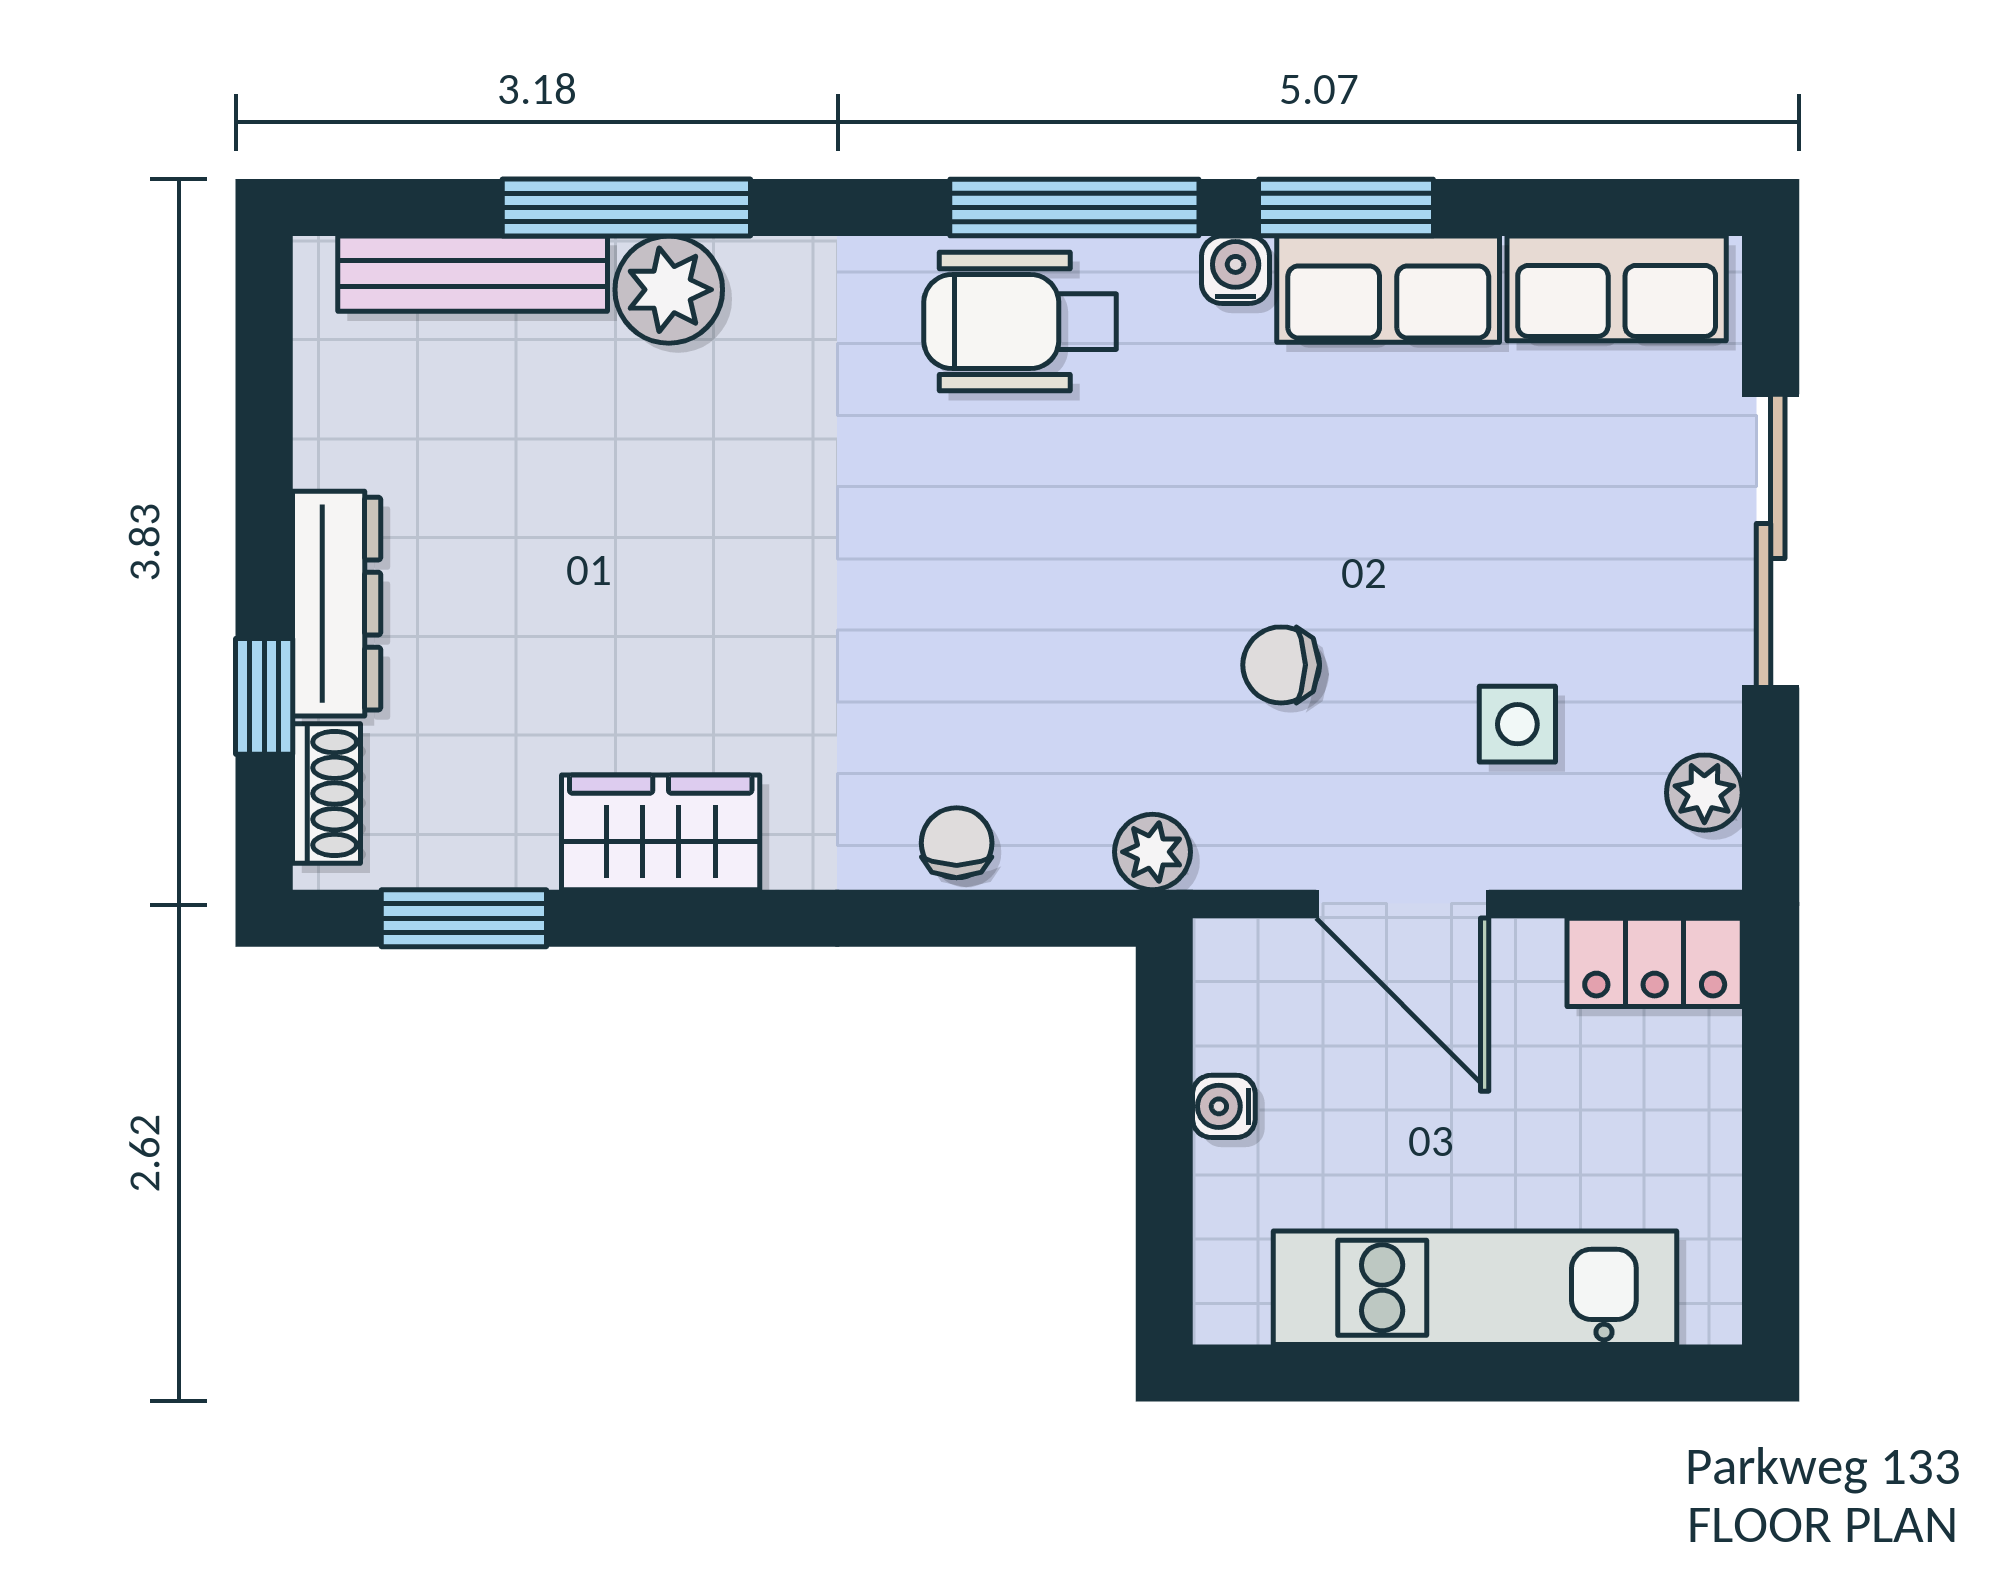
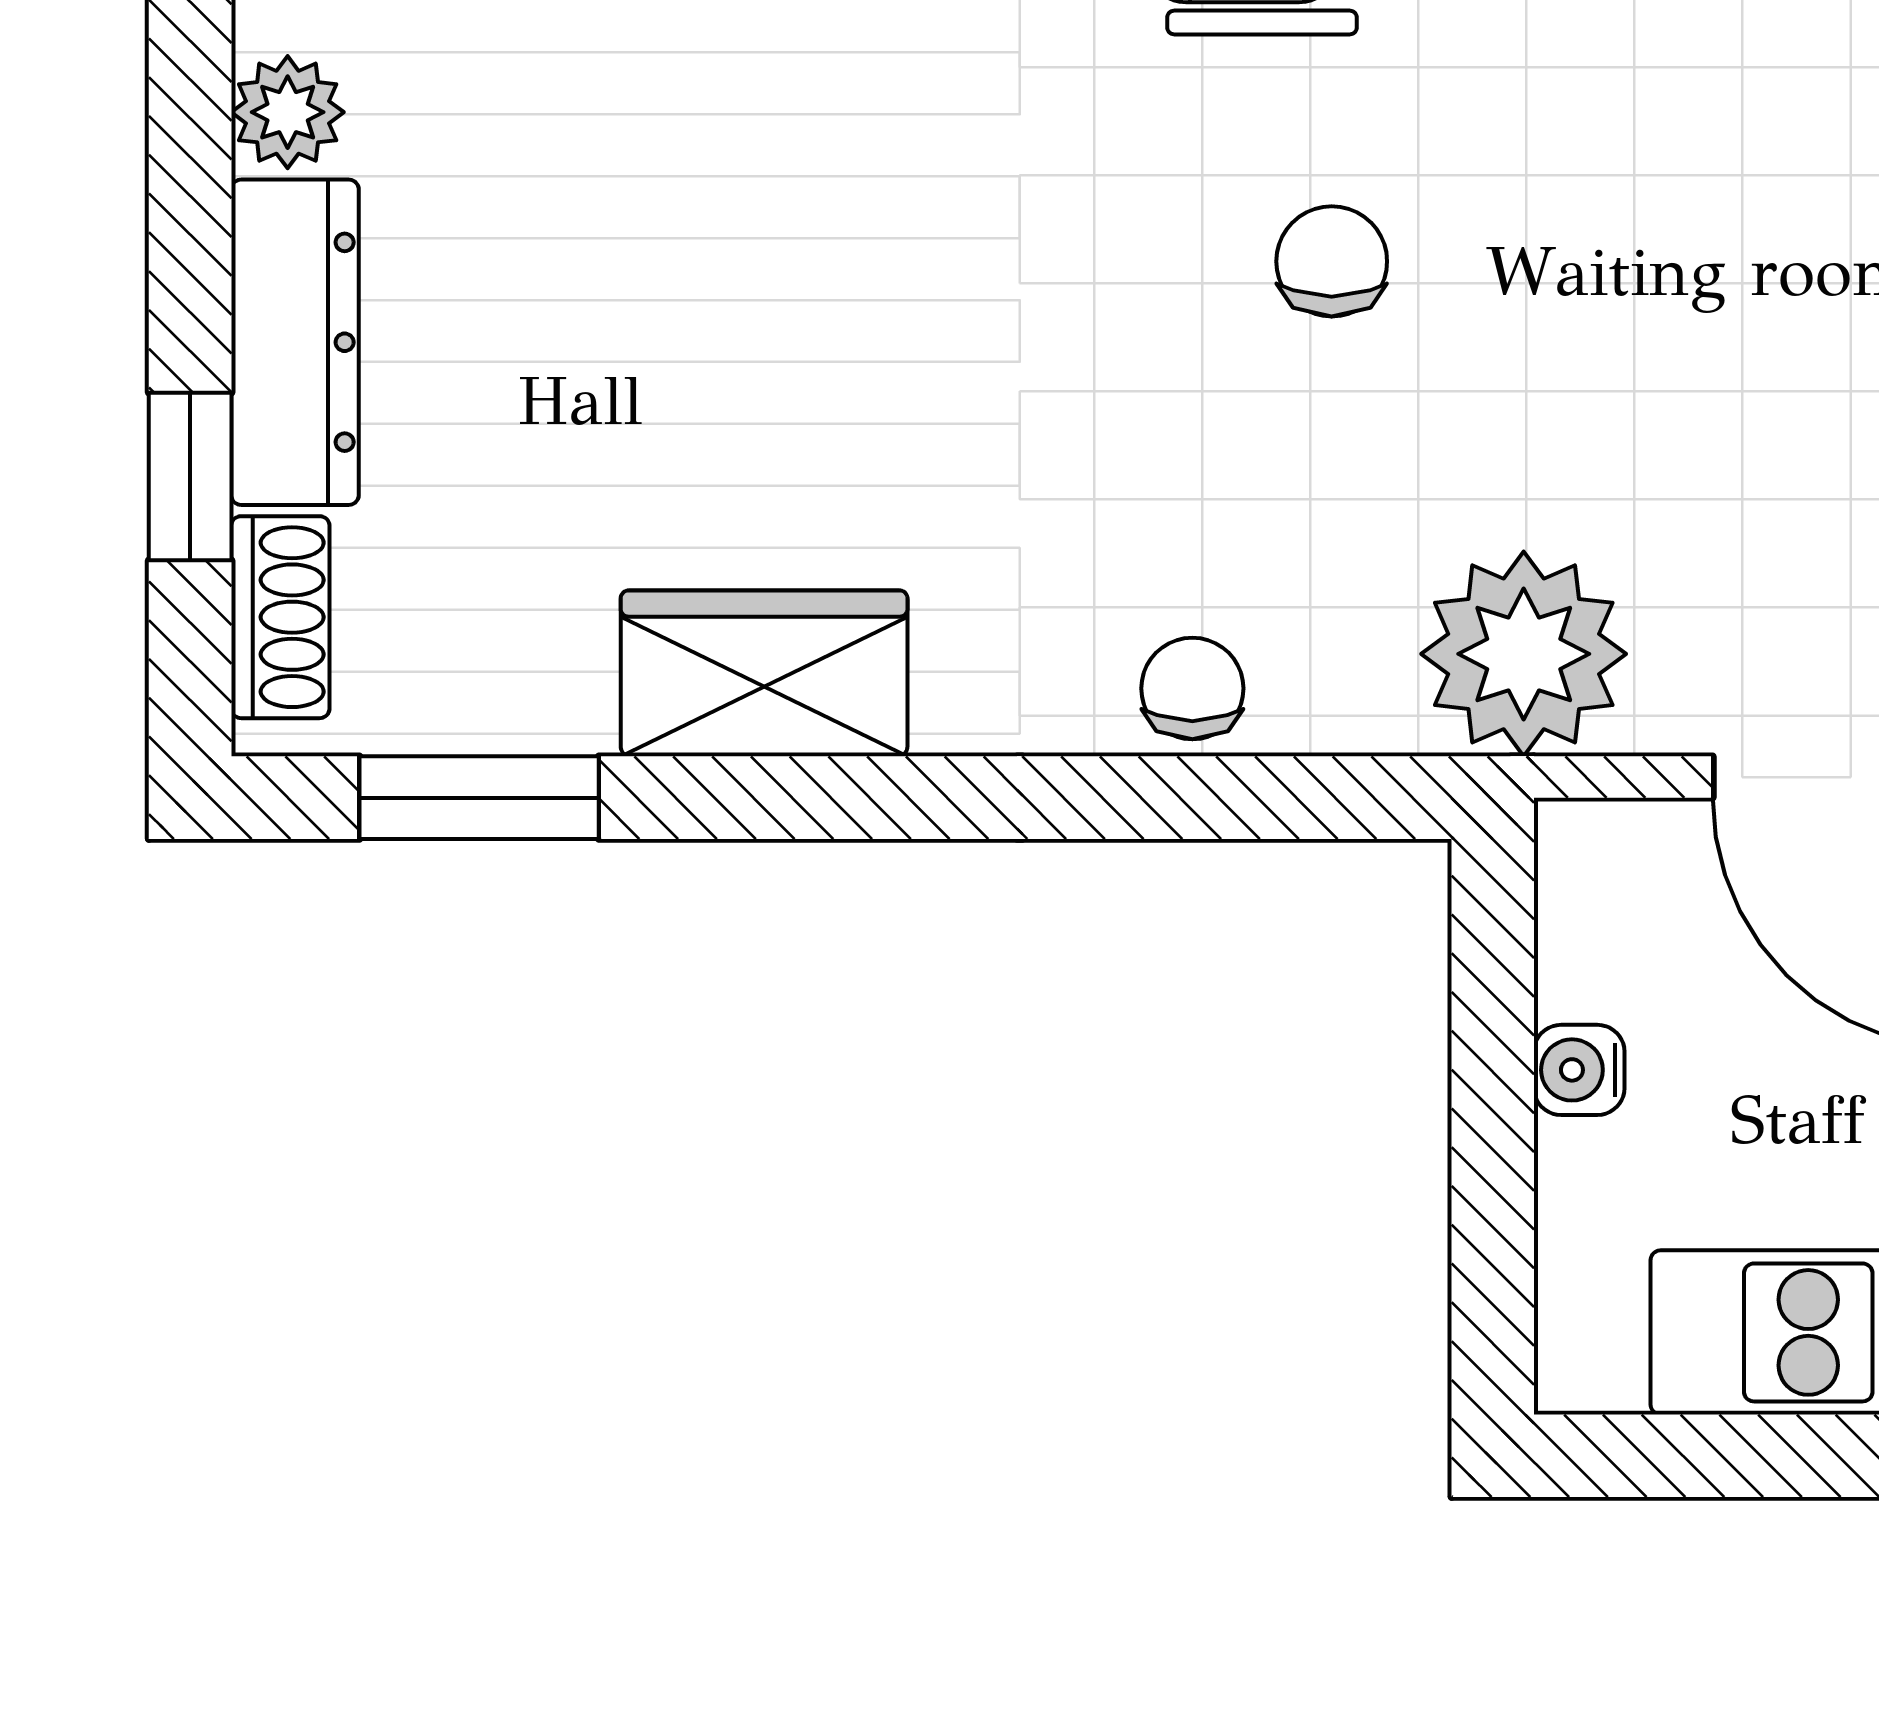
plant: (331, 445) -> (288, 112), added
chair: (1281, 665) -> (1332, 261), moved, turned 90
plant: (1152, 852) -> (1524, 654), width x1.87, depth x1.87

